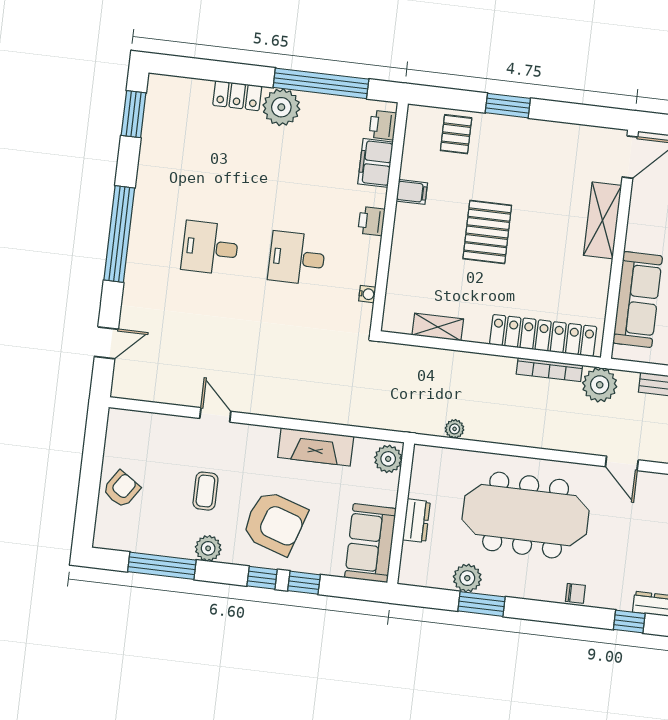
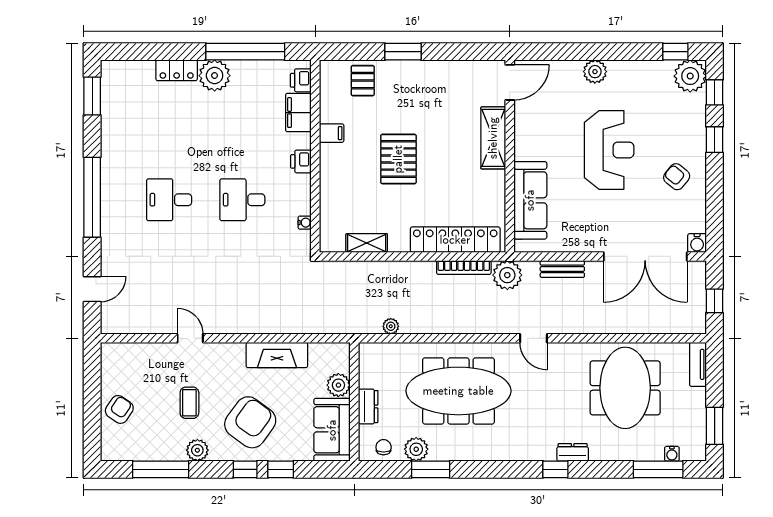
plant: (388, 459) -> (338, 385), moved
armchair: (275, 523) -> (250, 422), turned -72
chair: (575, 593) -> (384, 447), moved, turned -90

